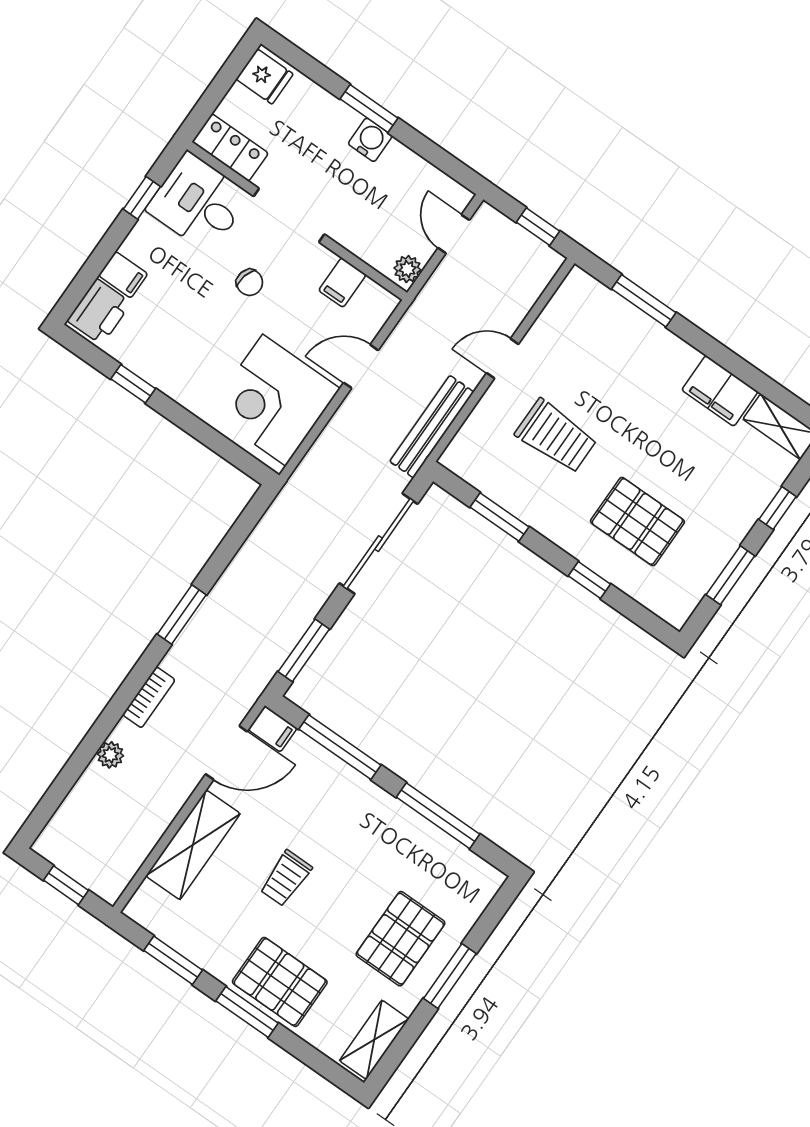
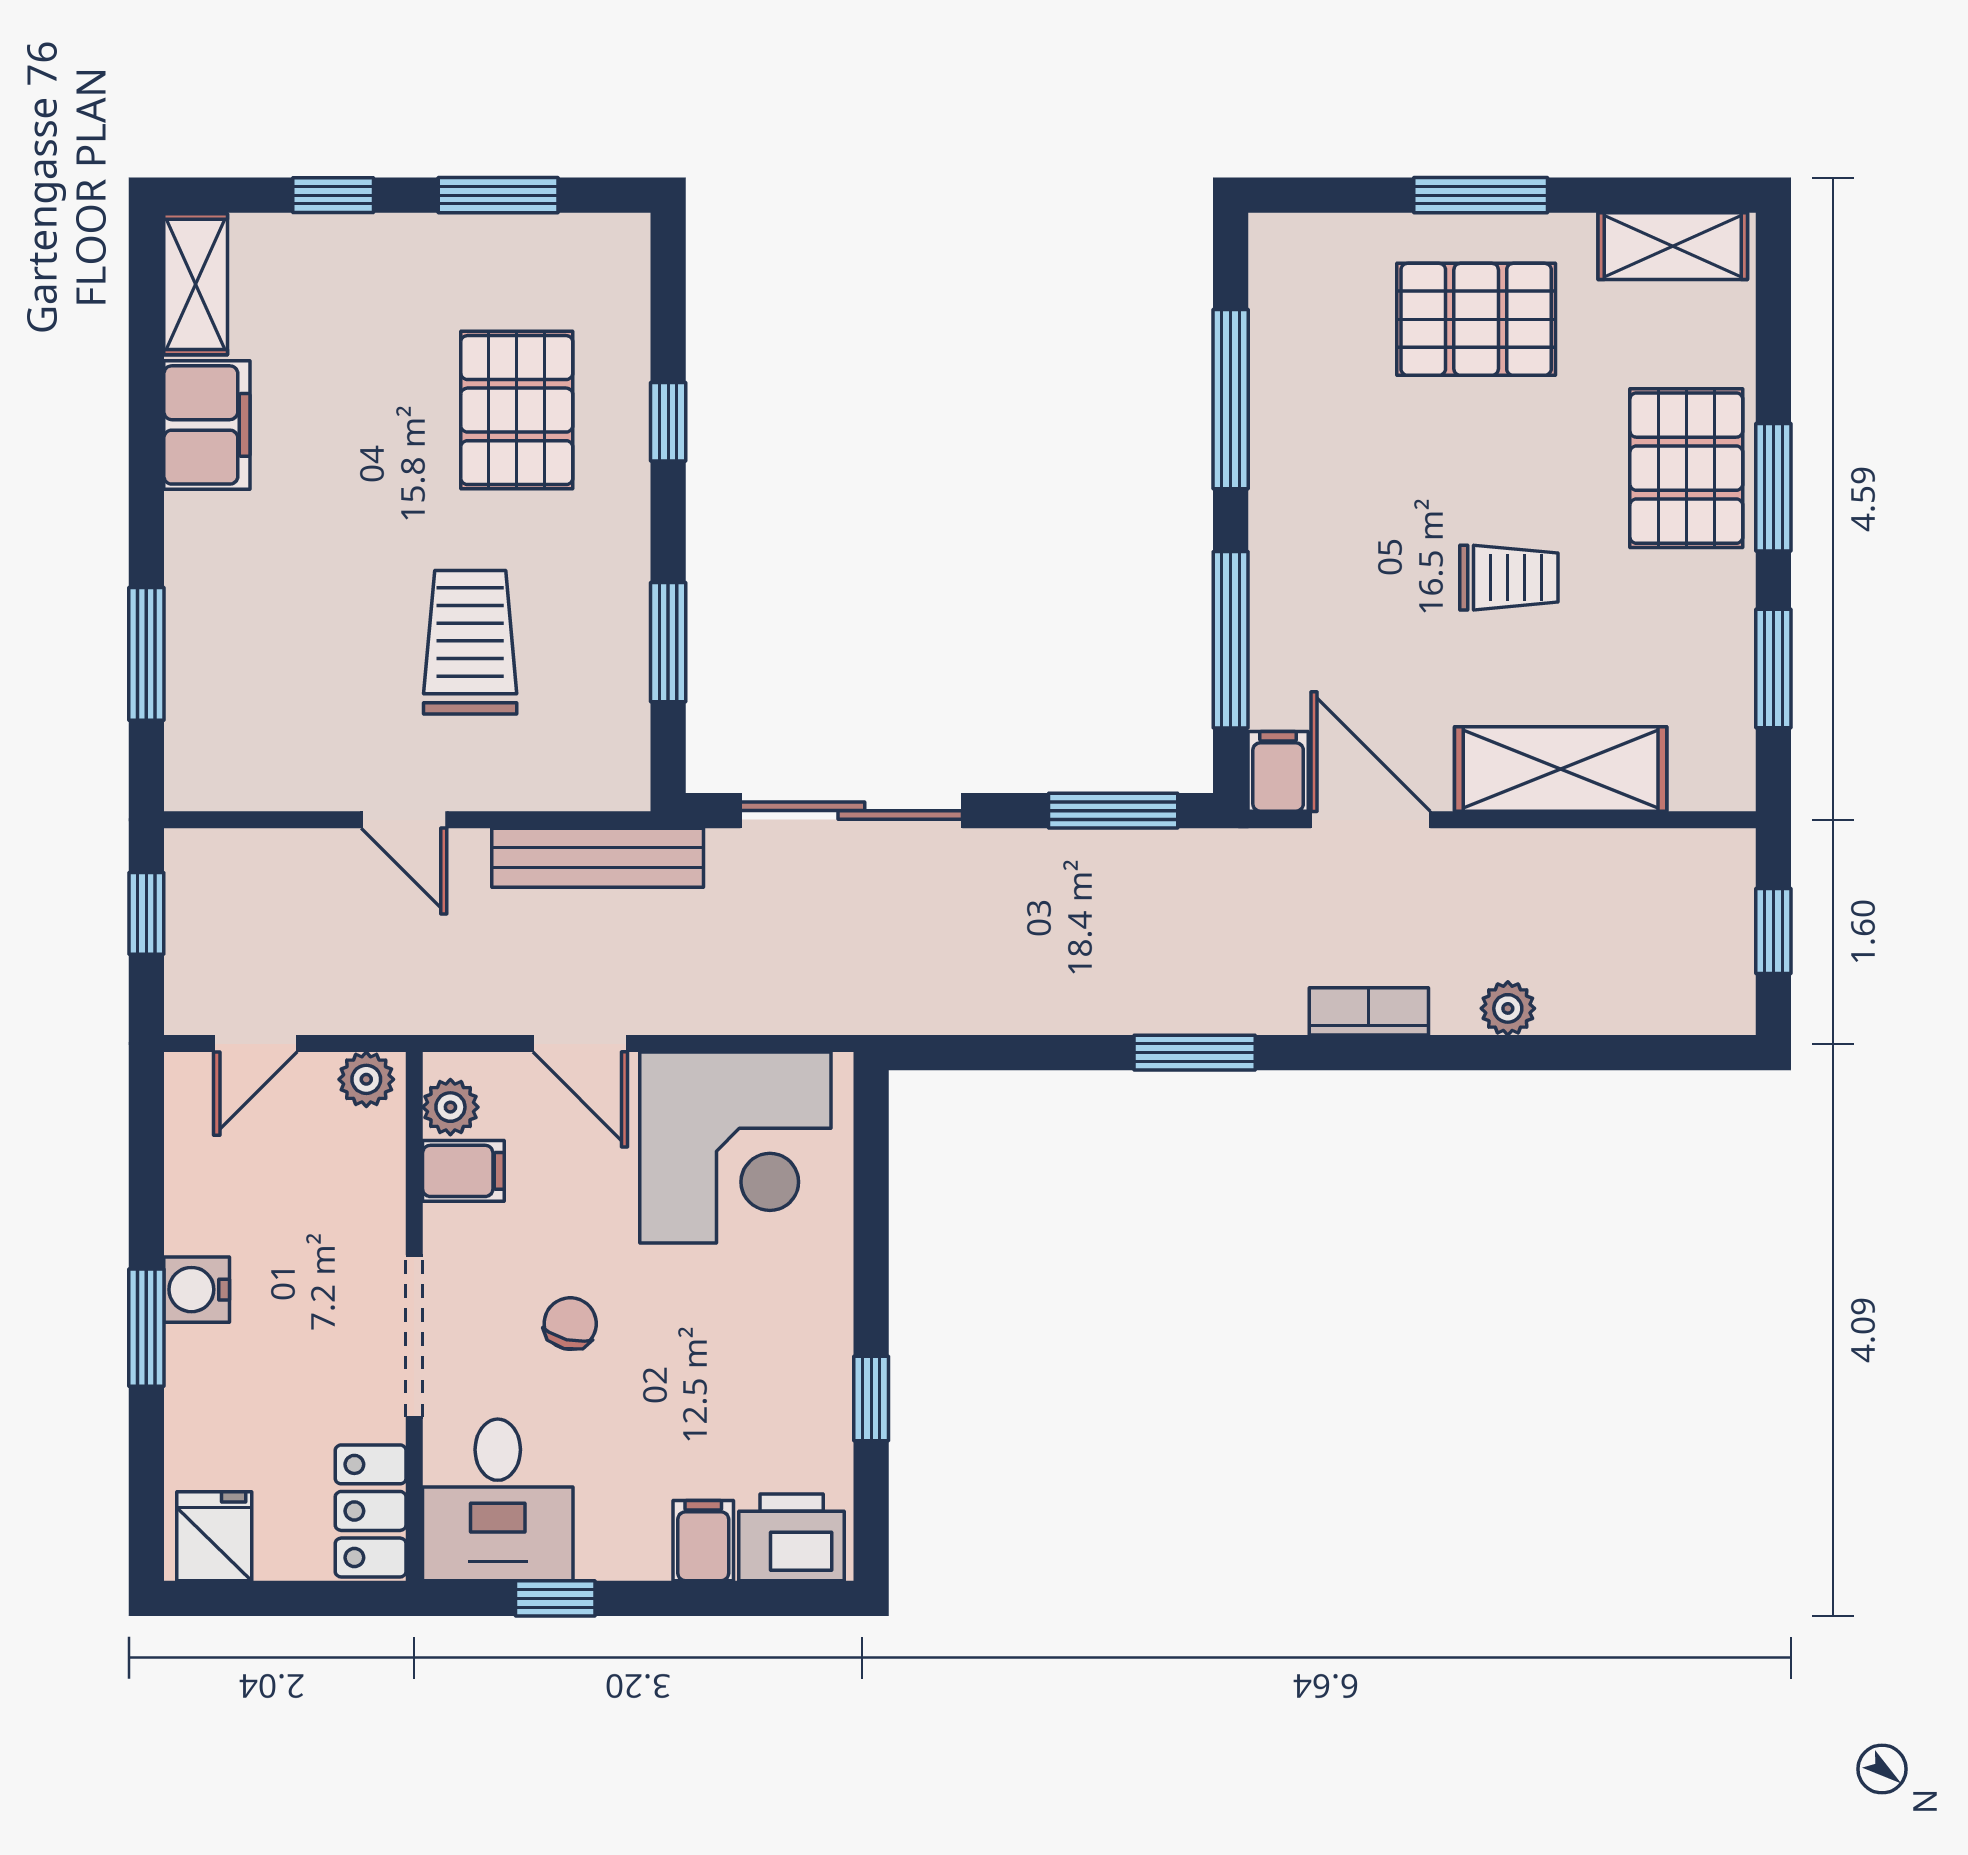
plant: (372, 295) -> (450, 1107), added

